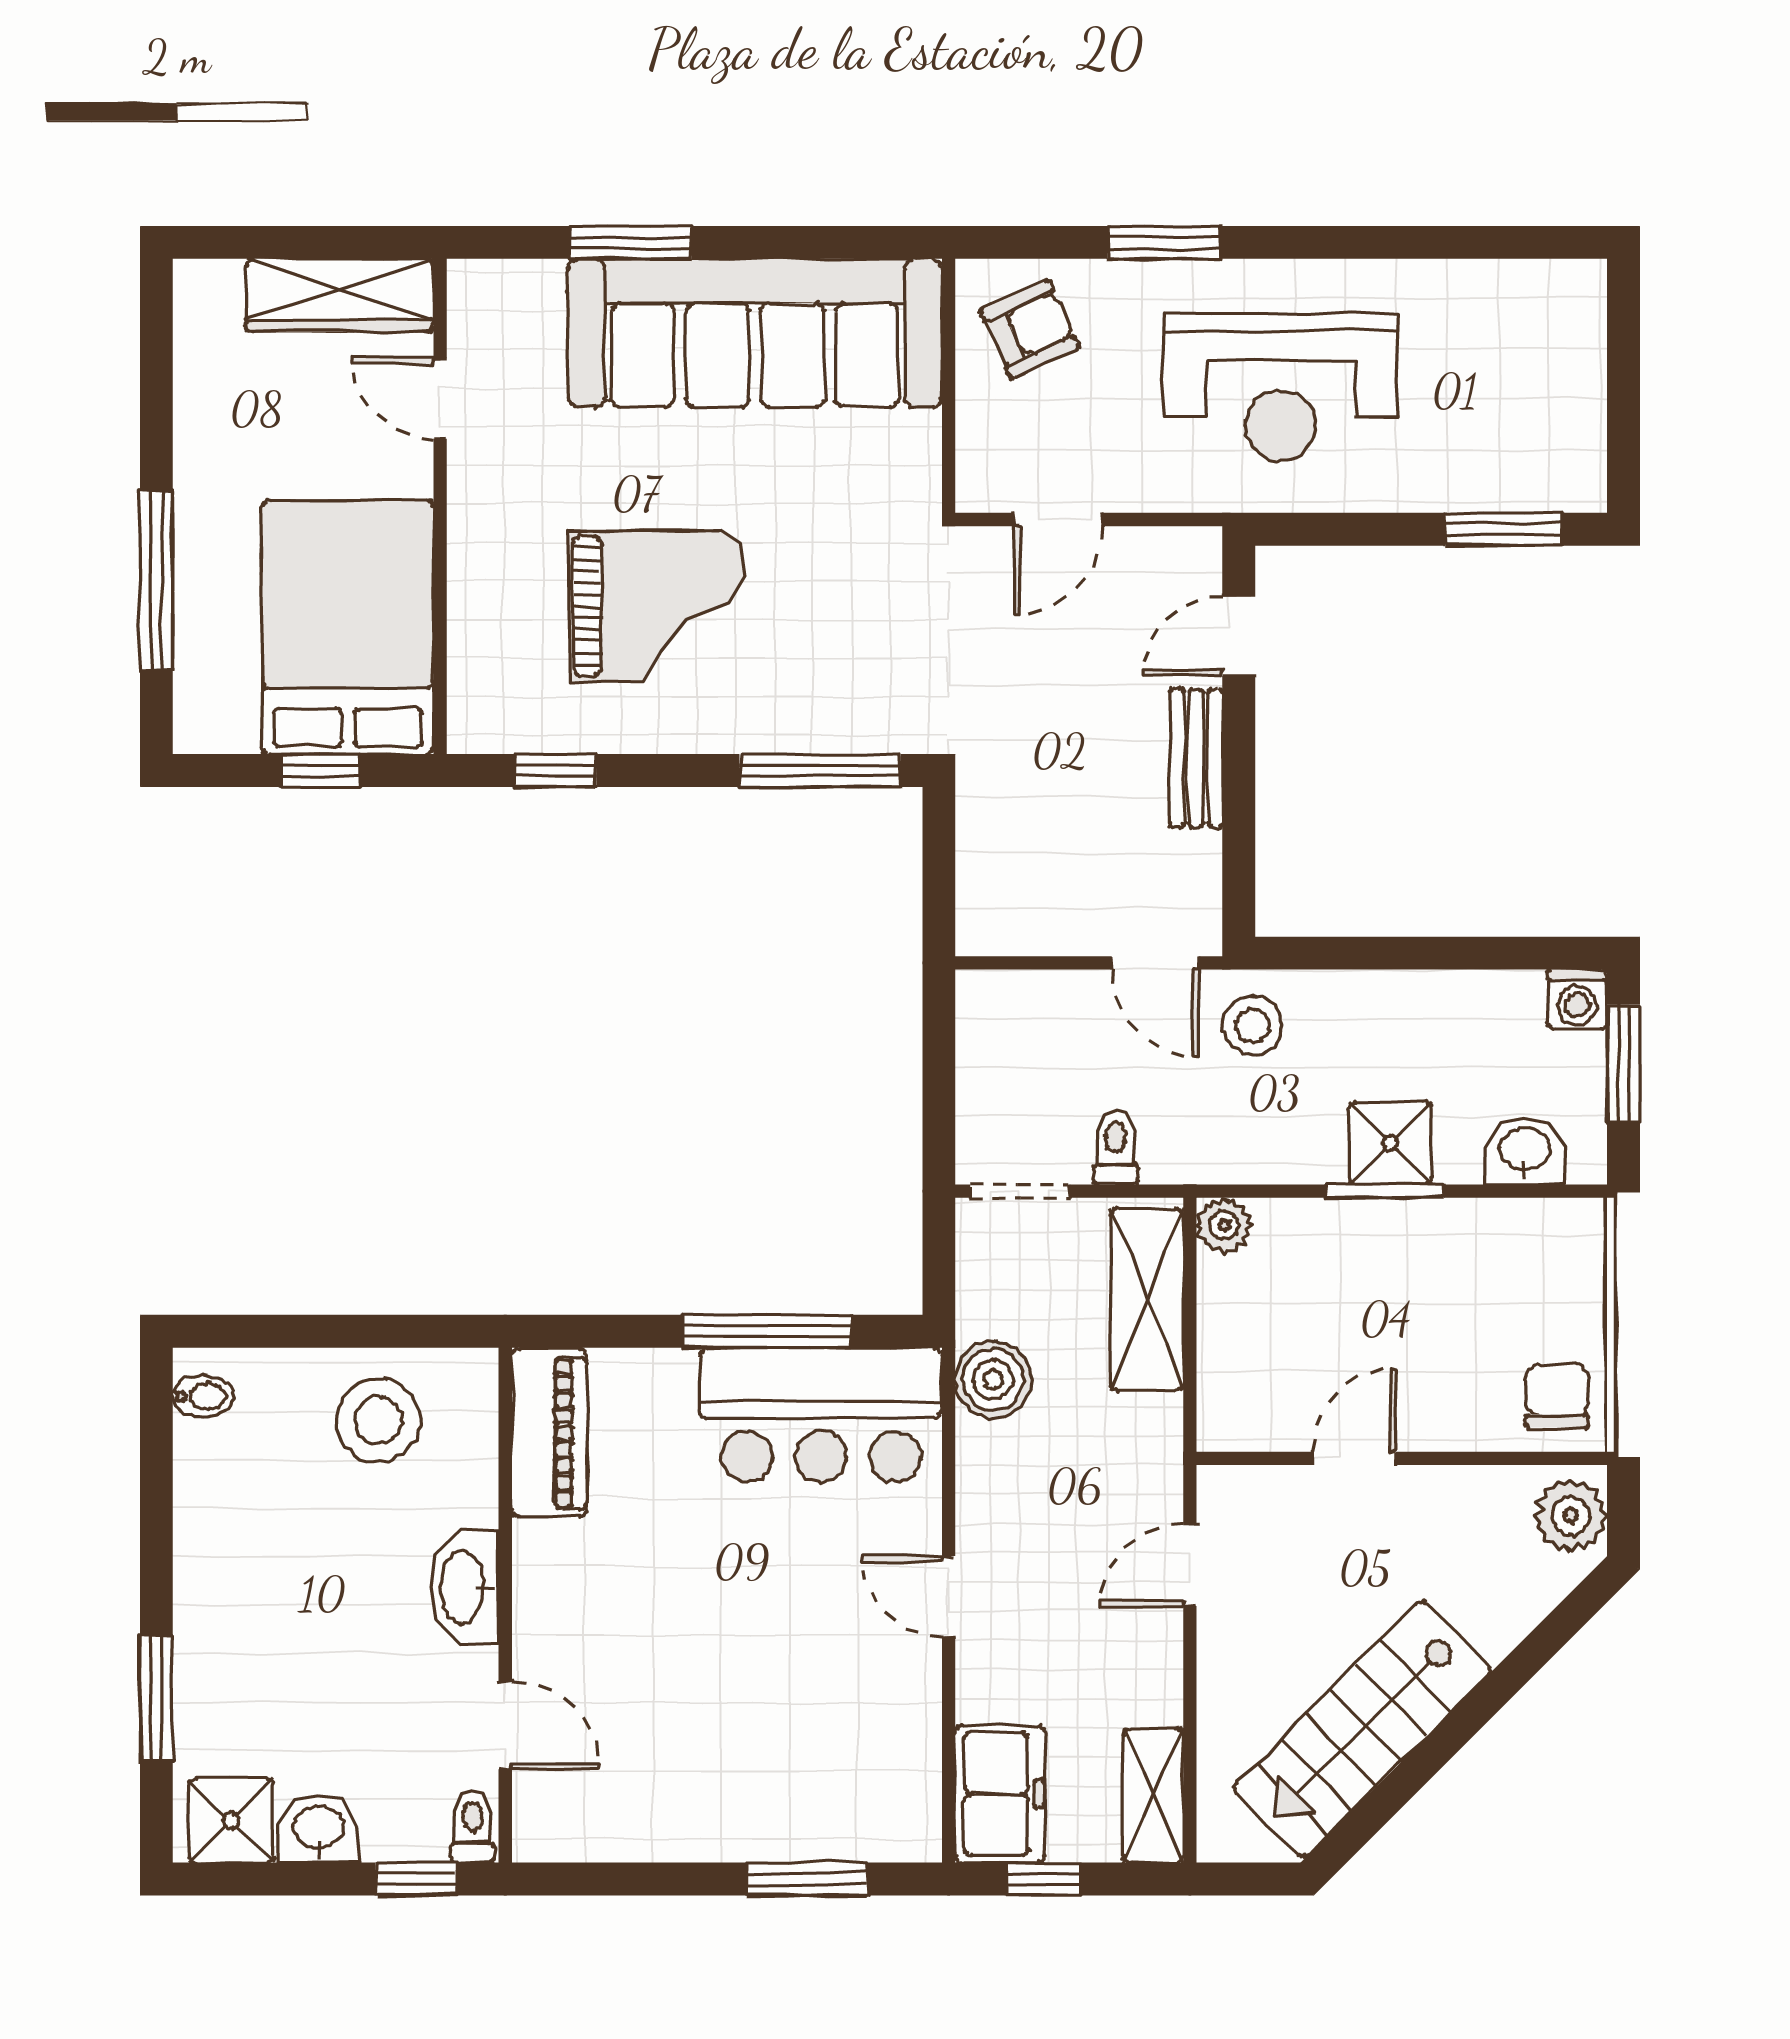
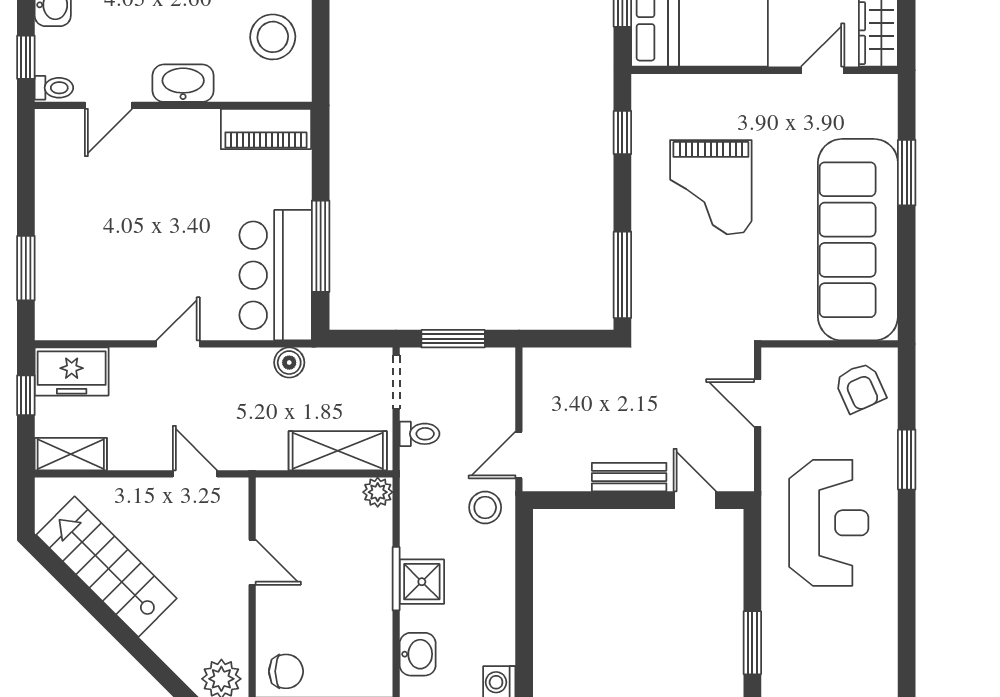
reception desk: (1281, 387) -> (829, 523), turned 180
window: (939, 1085) -> (453, 339), added
boiler: (993, 1380) -> (289, 363), width x0.73, depth x0.73

